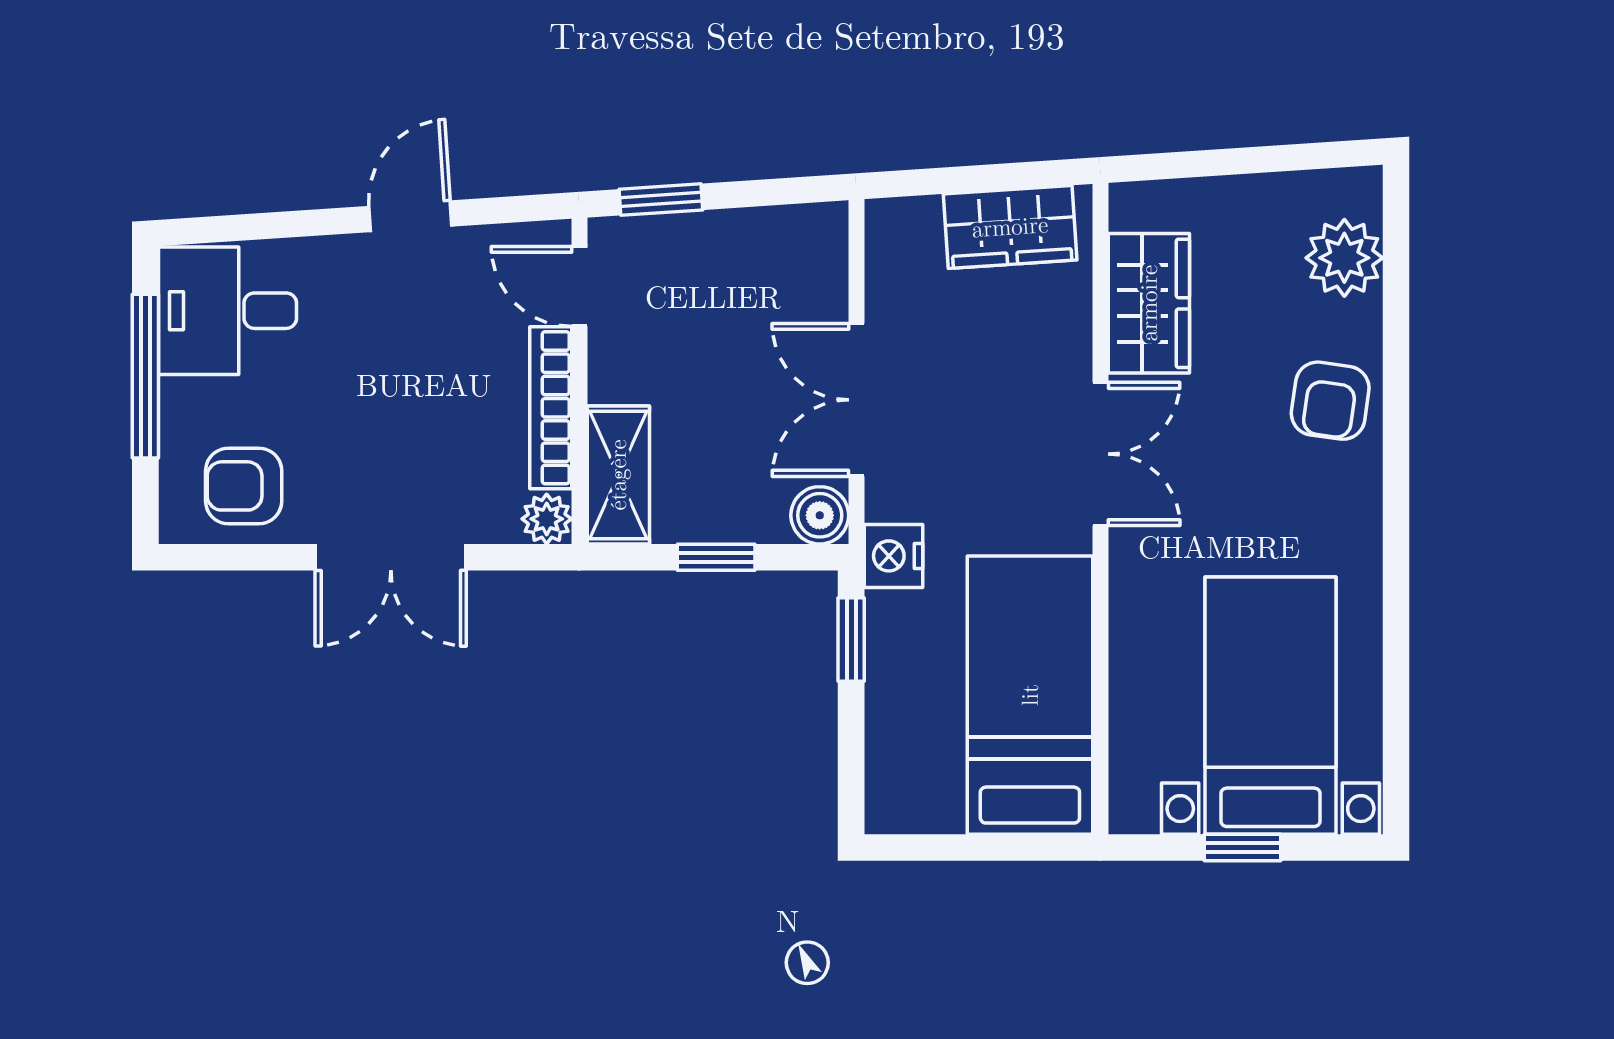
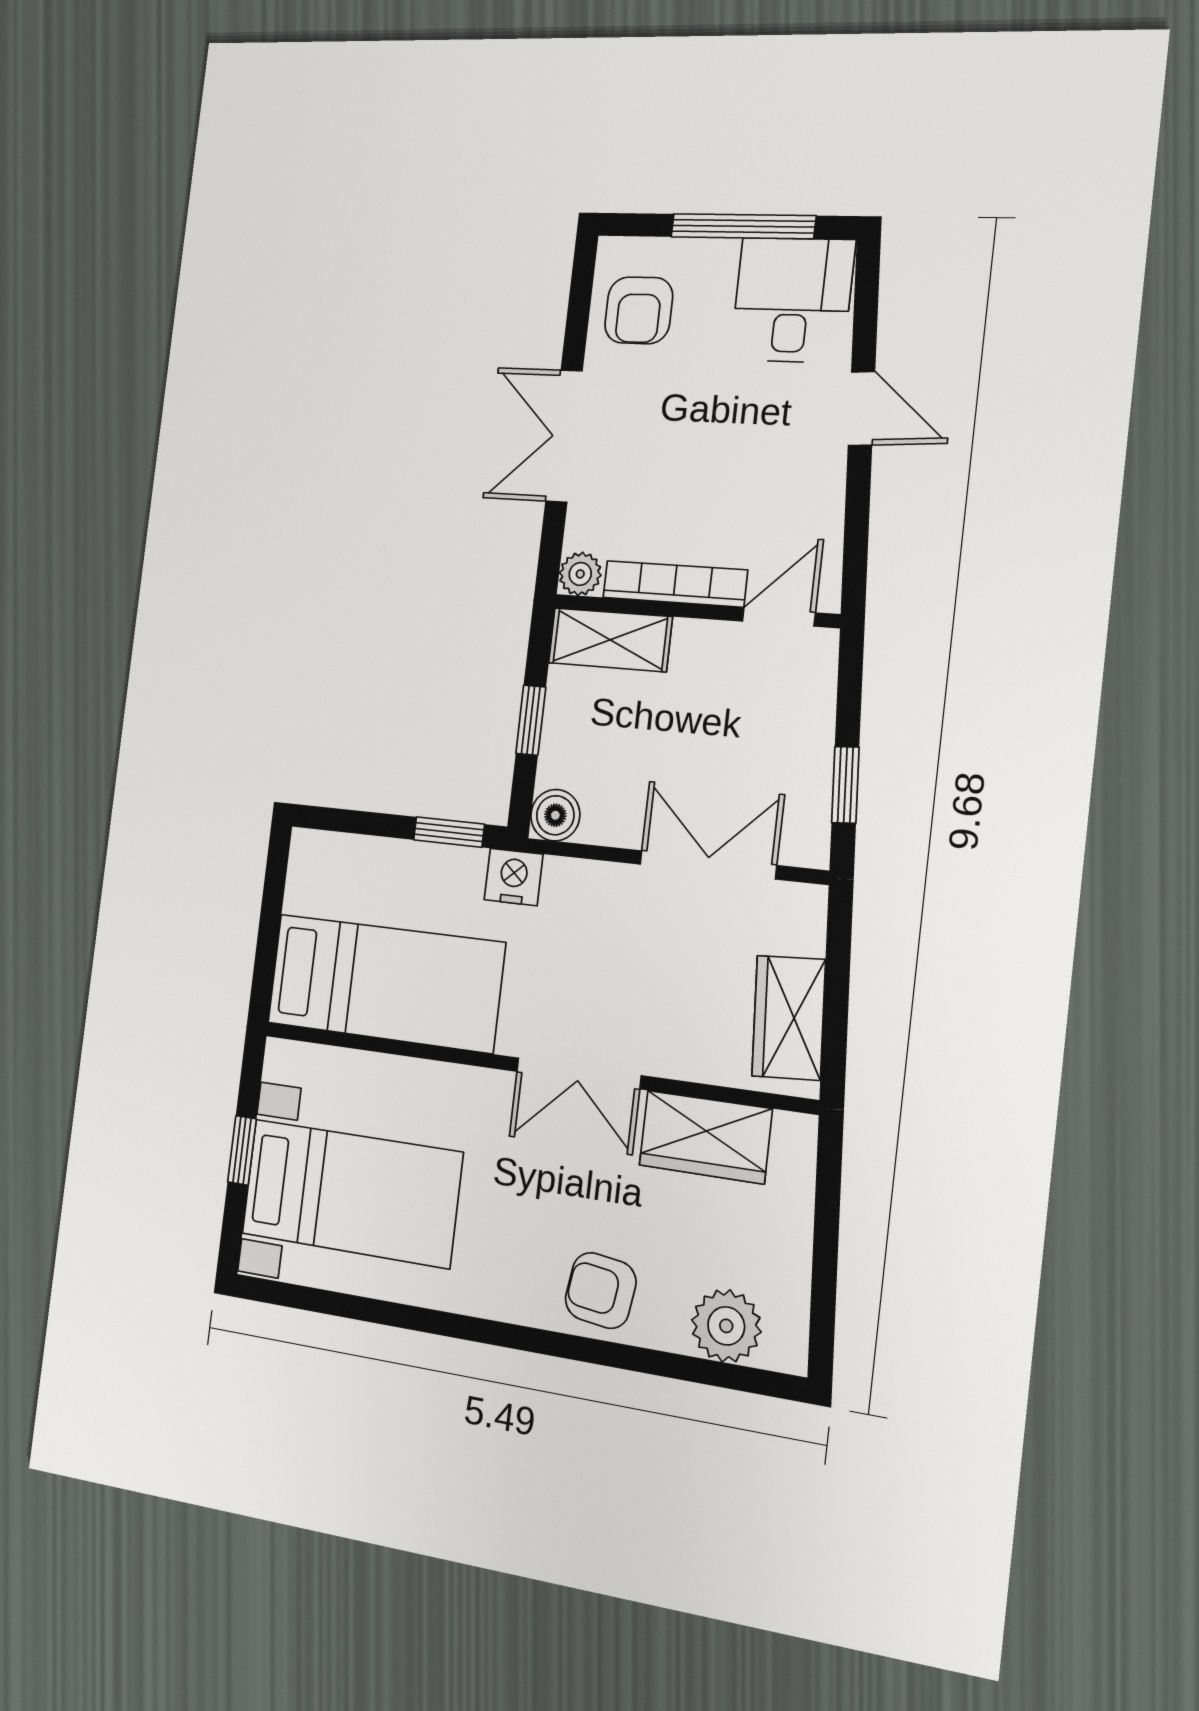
window: (661, 200) -> (845, 785), moved
door: (410, 216) -> (862, 408), moved
double door: (856, 400) -> (708, 865), moved
armchair: (244, 486) -> (639, 310), turned 180

